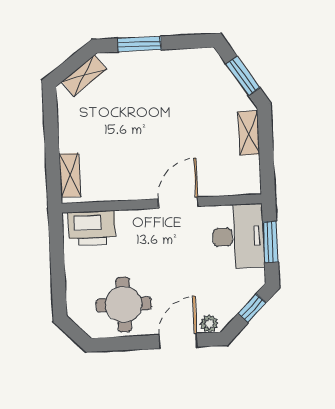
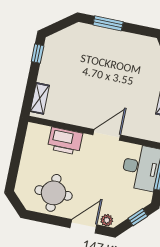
shelving: (84, 75) -> (66, 35), removed
window: (50, 113) -> (38, 54), added
printer: (92, 228) -> (65, 141), moved

